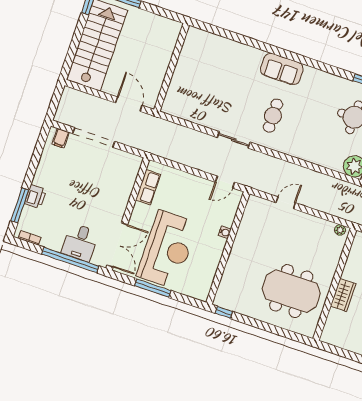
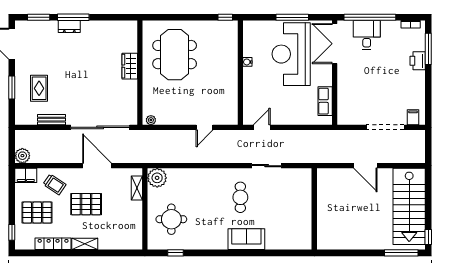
wall: (172, 67) -> (314, 209), moved
water cooler: (225, 232) -> (247, 62), moved
meeting table: (291, 291) -> (175, 55), turned 90

